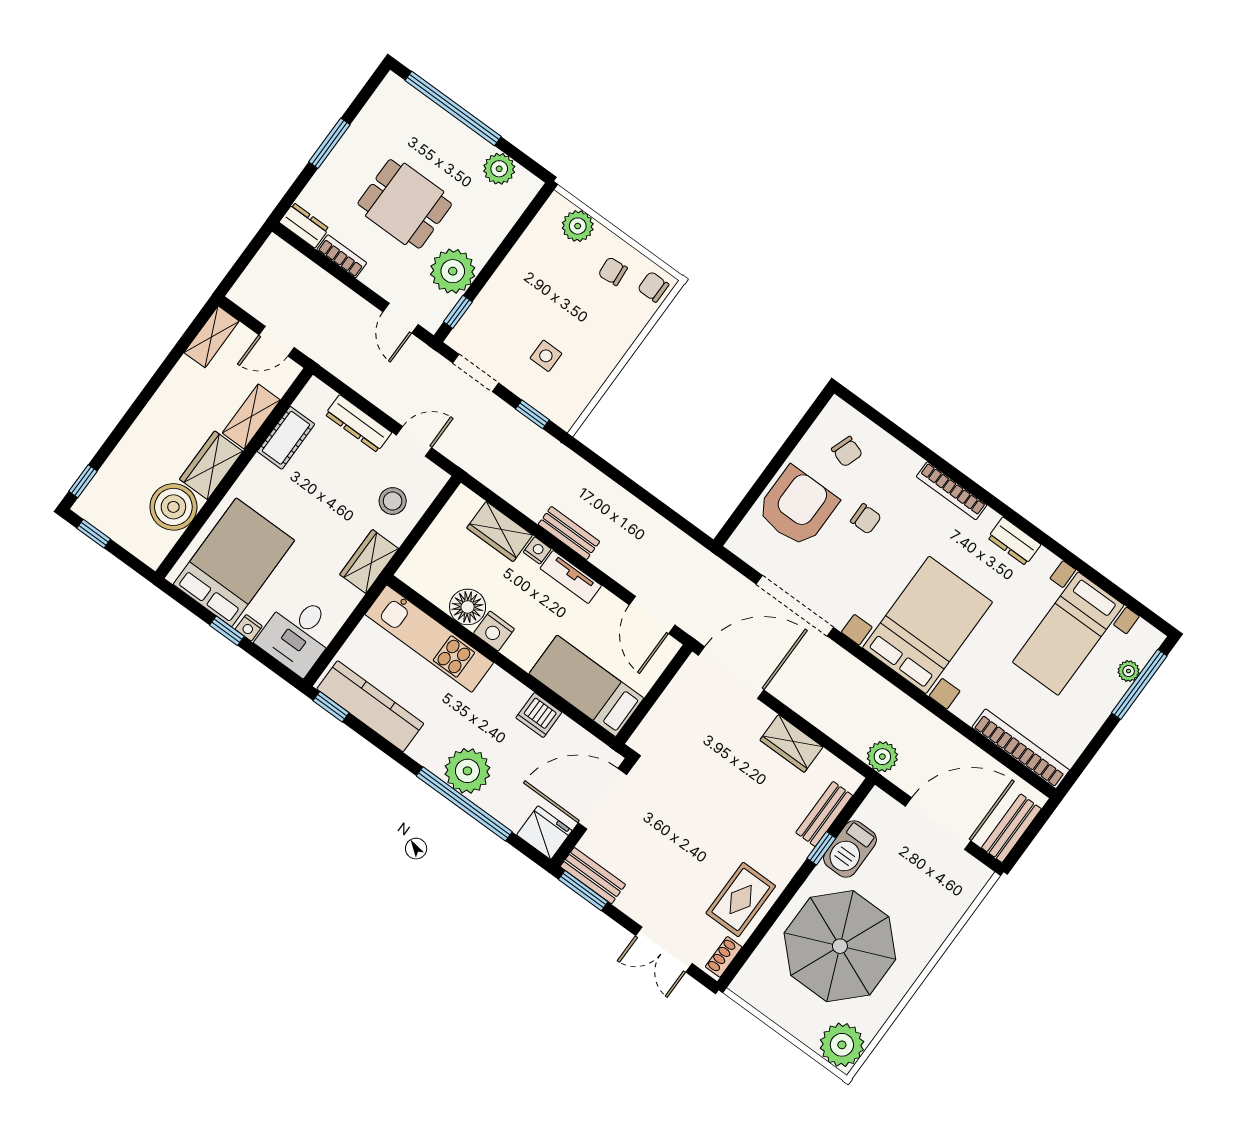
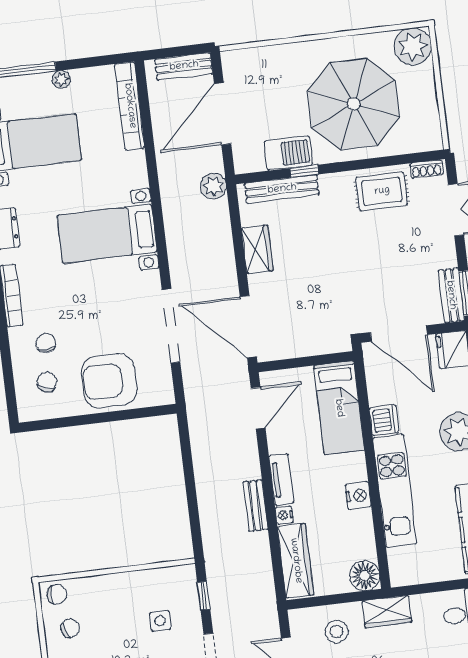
chair: (613, 271) -> (70, 628), turned -103
chair: (653, 287) -> (57, 594), turned -90
chair: (866, 519) -> (46, 343), moved
wardrobe: (500, 532) -> (296, 561), width x1.50
floor lamp: (468, 607) -> (365, 576), moved
bed with nightstands: (927, 625) -> (107, 234), width x0.73
kitchen unit: (429, 639) -> (395, 491), moved
plant: (1129, 671) -> (61, 79), moved
bench: (824, 814) -> (282, 189), width x1.36
door: (938, 824) -> (223, 114), hinge flipped

